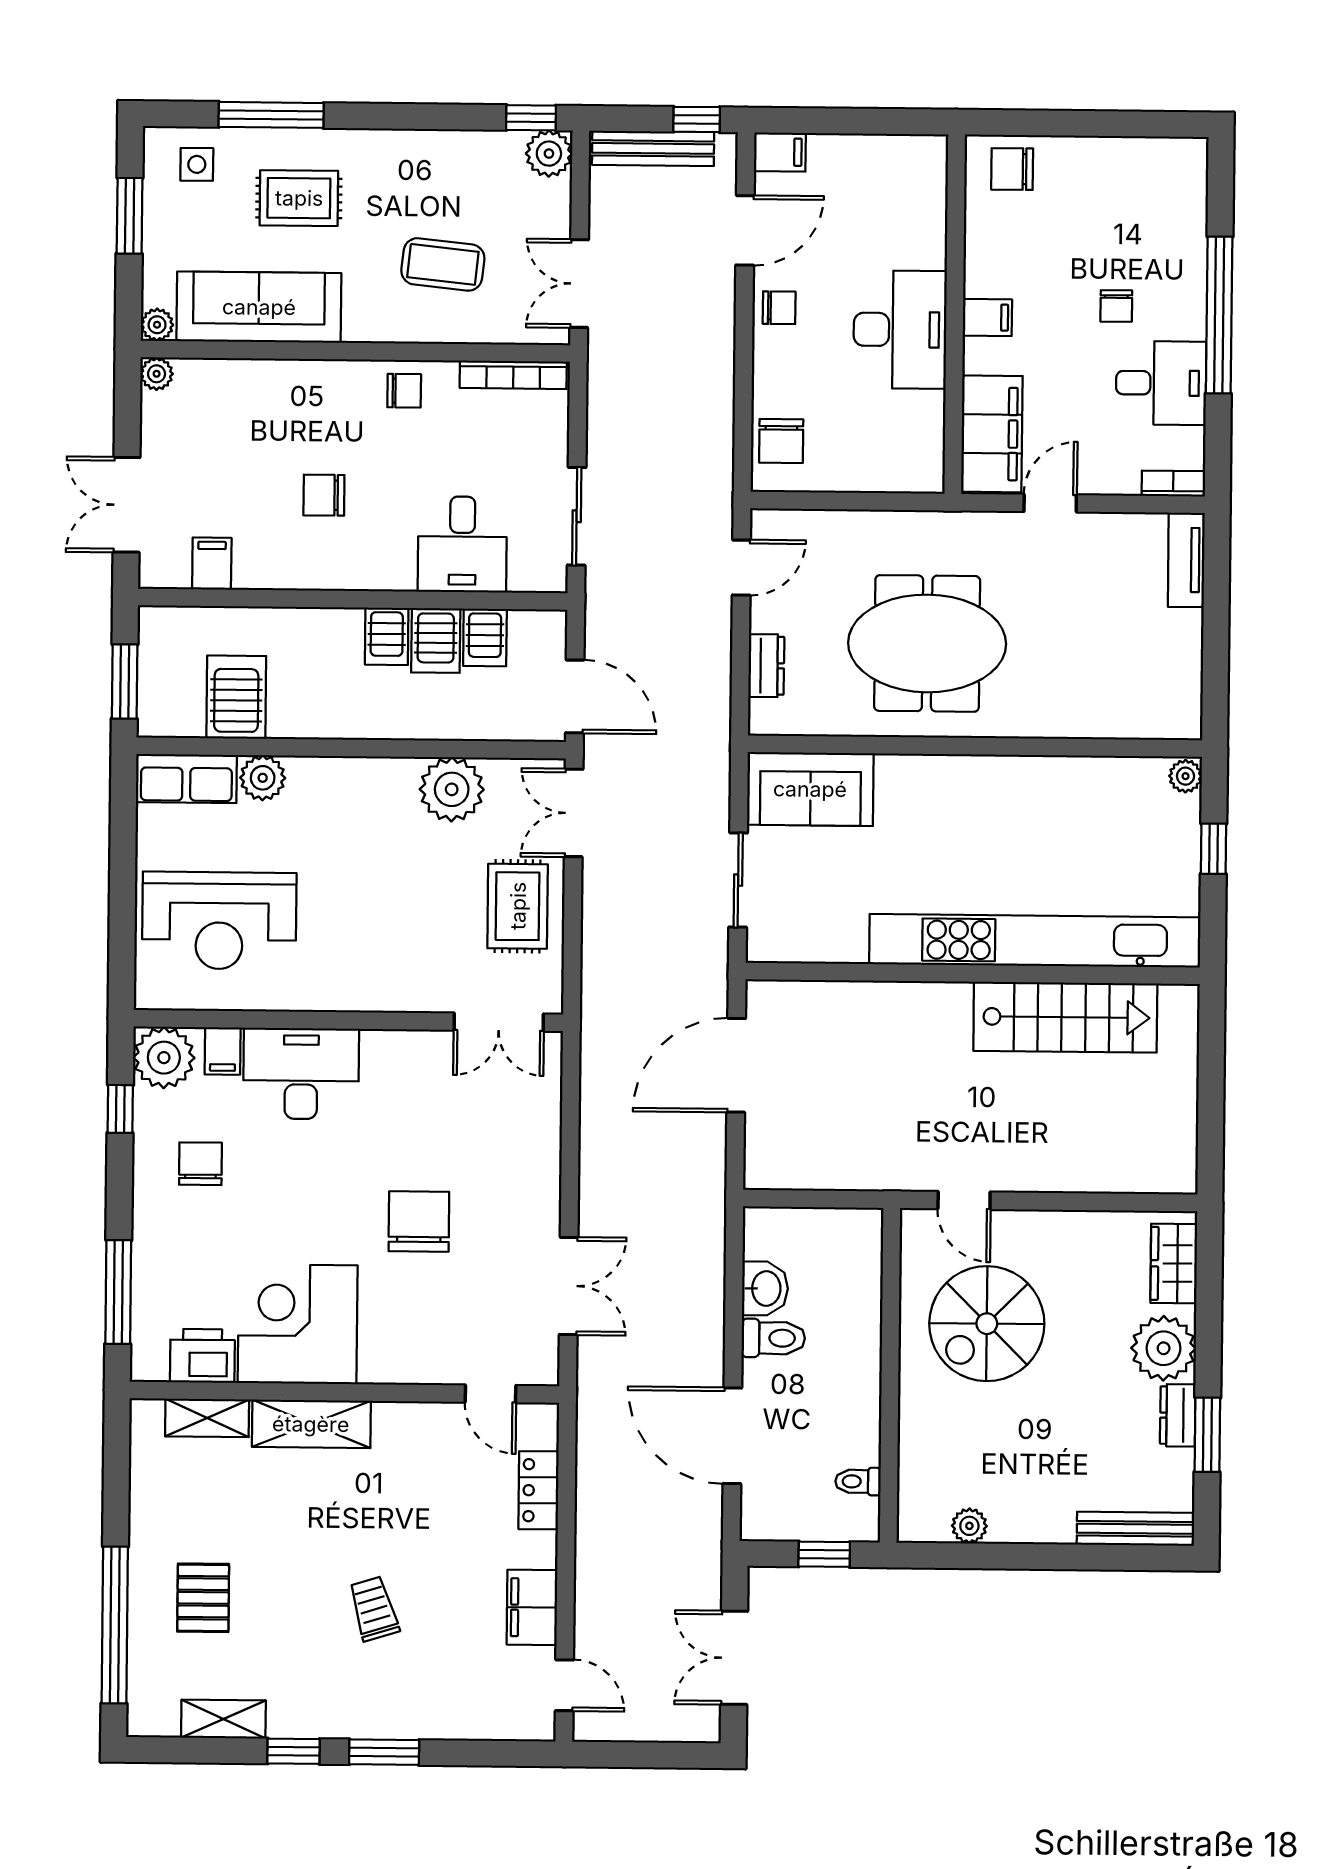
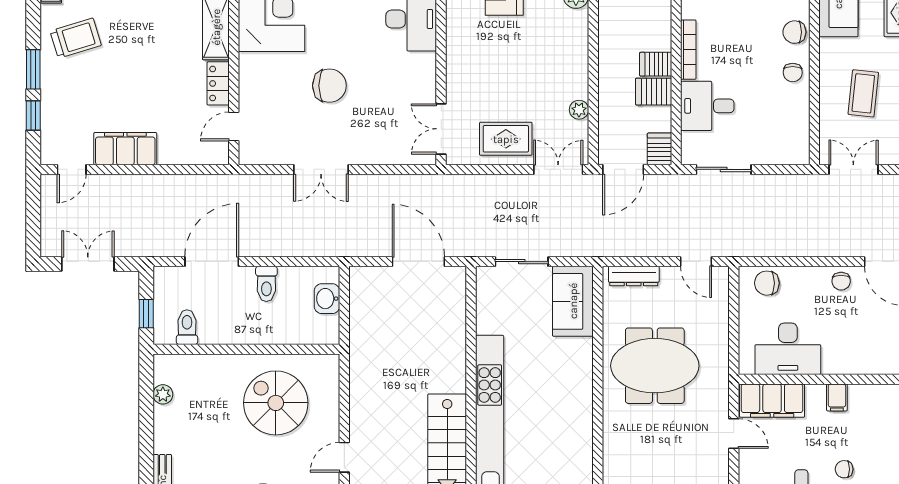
desk: (900, 330) -> (788, 349), moved
bookcase: (513, 375) -> (688, 50), moved, turned 180
chair: (324, 495) -> (794, 32), moved, turned -90
server rack: (485, 637) -> (659, 149), moved, turned 90
meeting table: (927, 643) -> (655, 366), turned 90
dresser: (766, 666) -> (634, 276), width x1.44
plant: (452, 789) -> (579, 110), width x0.53, depth x0.53
door: (964, 1200) -> (344, 457), moved
double door: (569, 1286) -> (321, 169), moved
washbasin: (765, 1288) -> (327, 299), moved, turned 90
toilet: (858, 1481) -> (187, 327), width x1.37, depth x1.39
locker: (539, 1490) -> (218, 83), moved, turned -90
filing cabinet: (532, 1607) -> (125, 149), width x1.50, depth x1.17
trolley: (374, 1609) -> (76, 38), moved, width x1.36, depth x1.39
window: (294, 1751) -> (33, 116), moved

